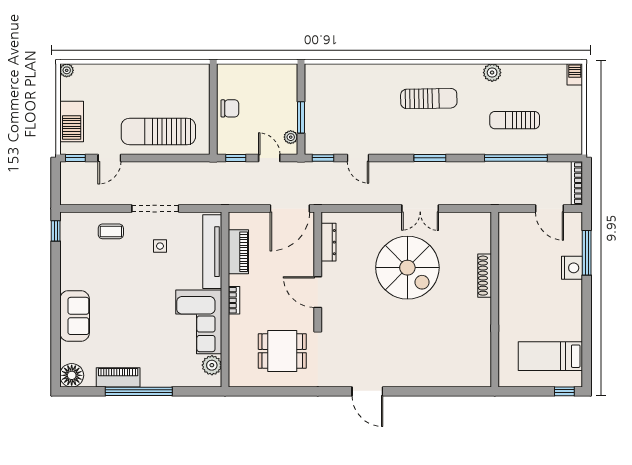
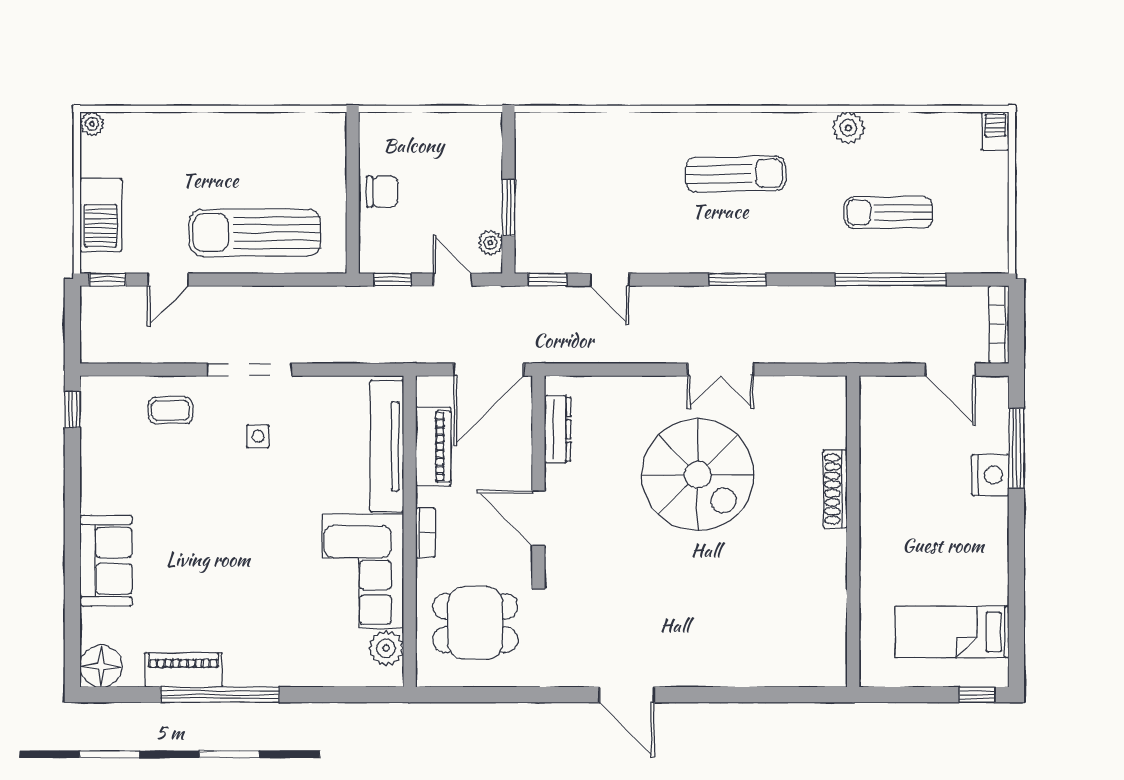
tv unit: (212, 252) -> (387, 446), moved
piano: (238, 252) -> (433, 446), moved
wall: (225, 300) -> (410, 531), moved
bookcase: (234, 300) -> (425, 533), moved
corner sofa: (199, 322) -> (363, 571), moved
plant: (212, 365) -> (386, 648), moved

